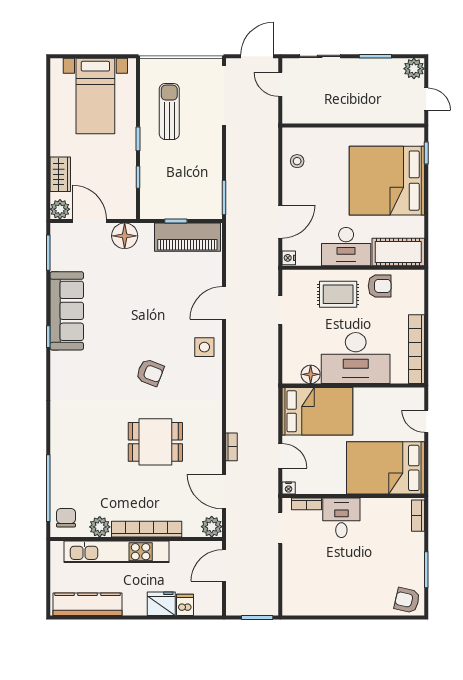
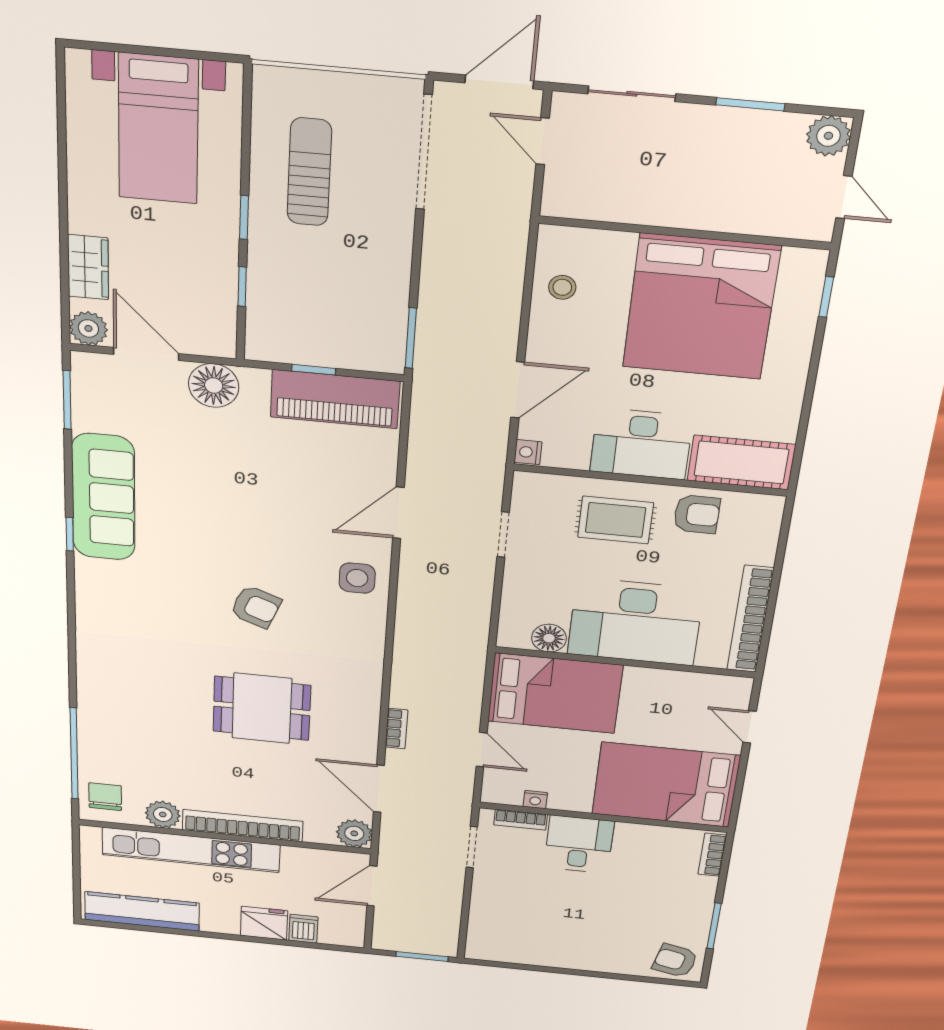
bed: (387, 181) -> (701, 307), moved, turned -90
nightstand: (289, 488) -> (535, 800), moved

